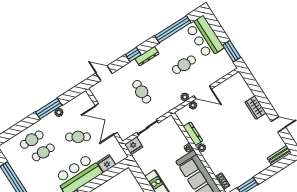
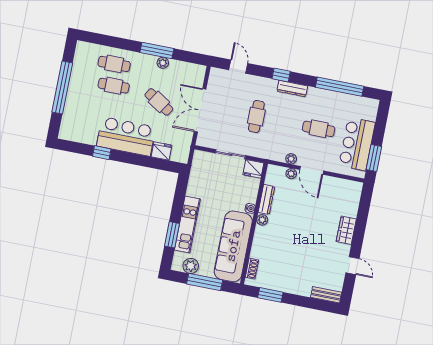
bar counter: (205, 37) -> (357, 144), moved
fridge: (134, 146) -> (253, 169), moved

